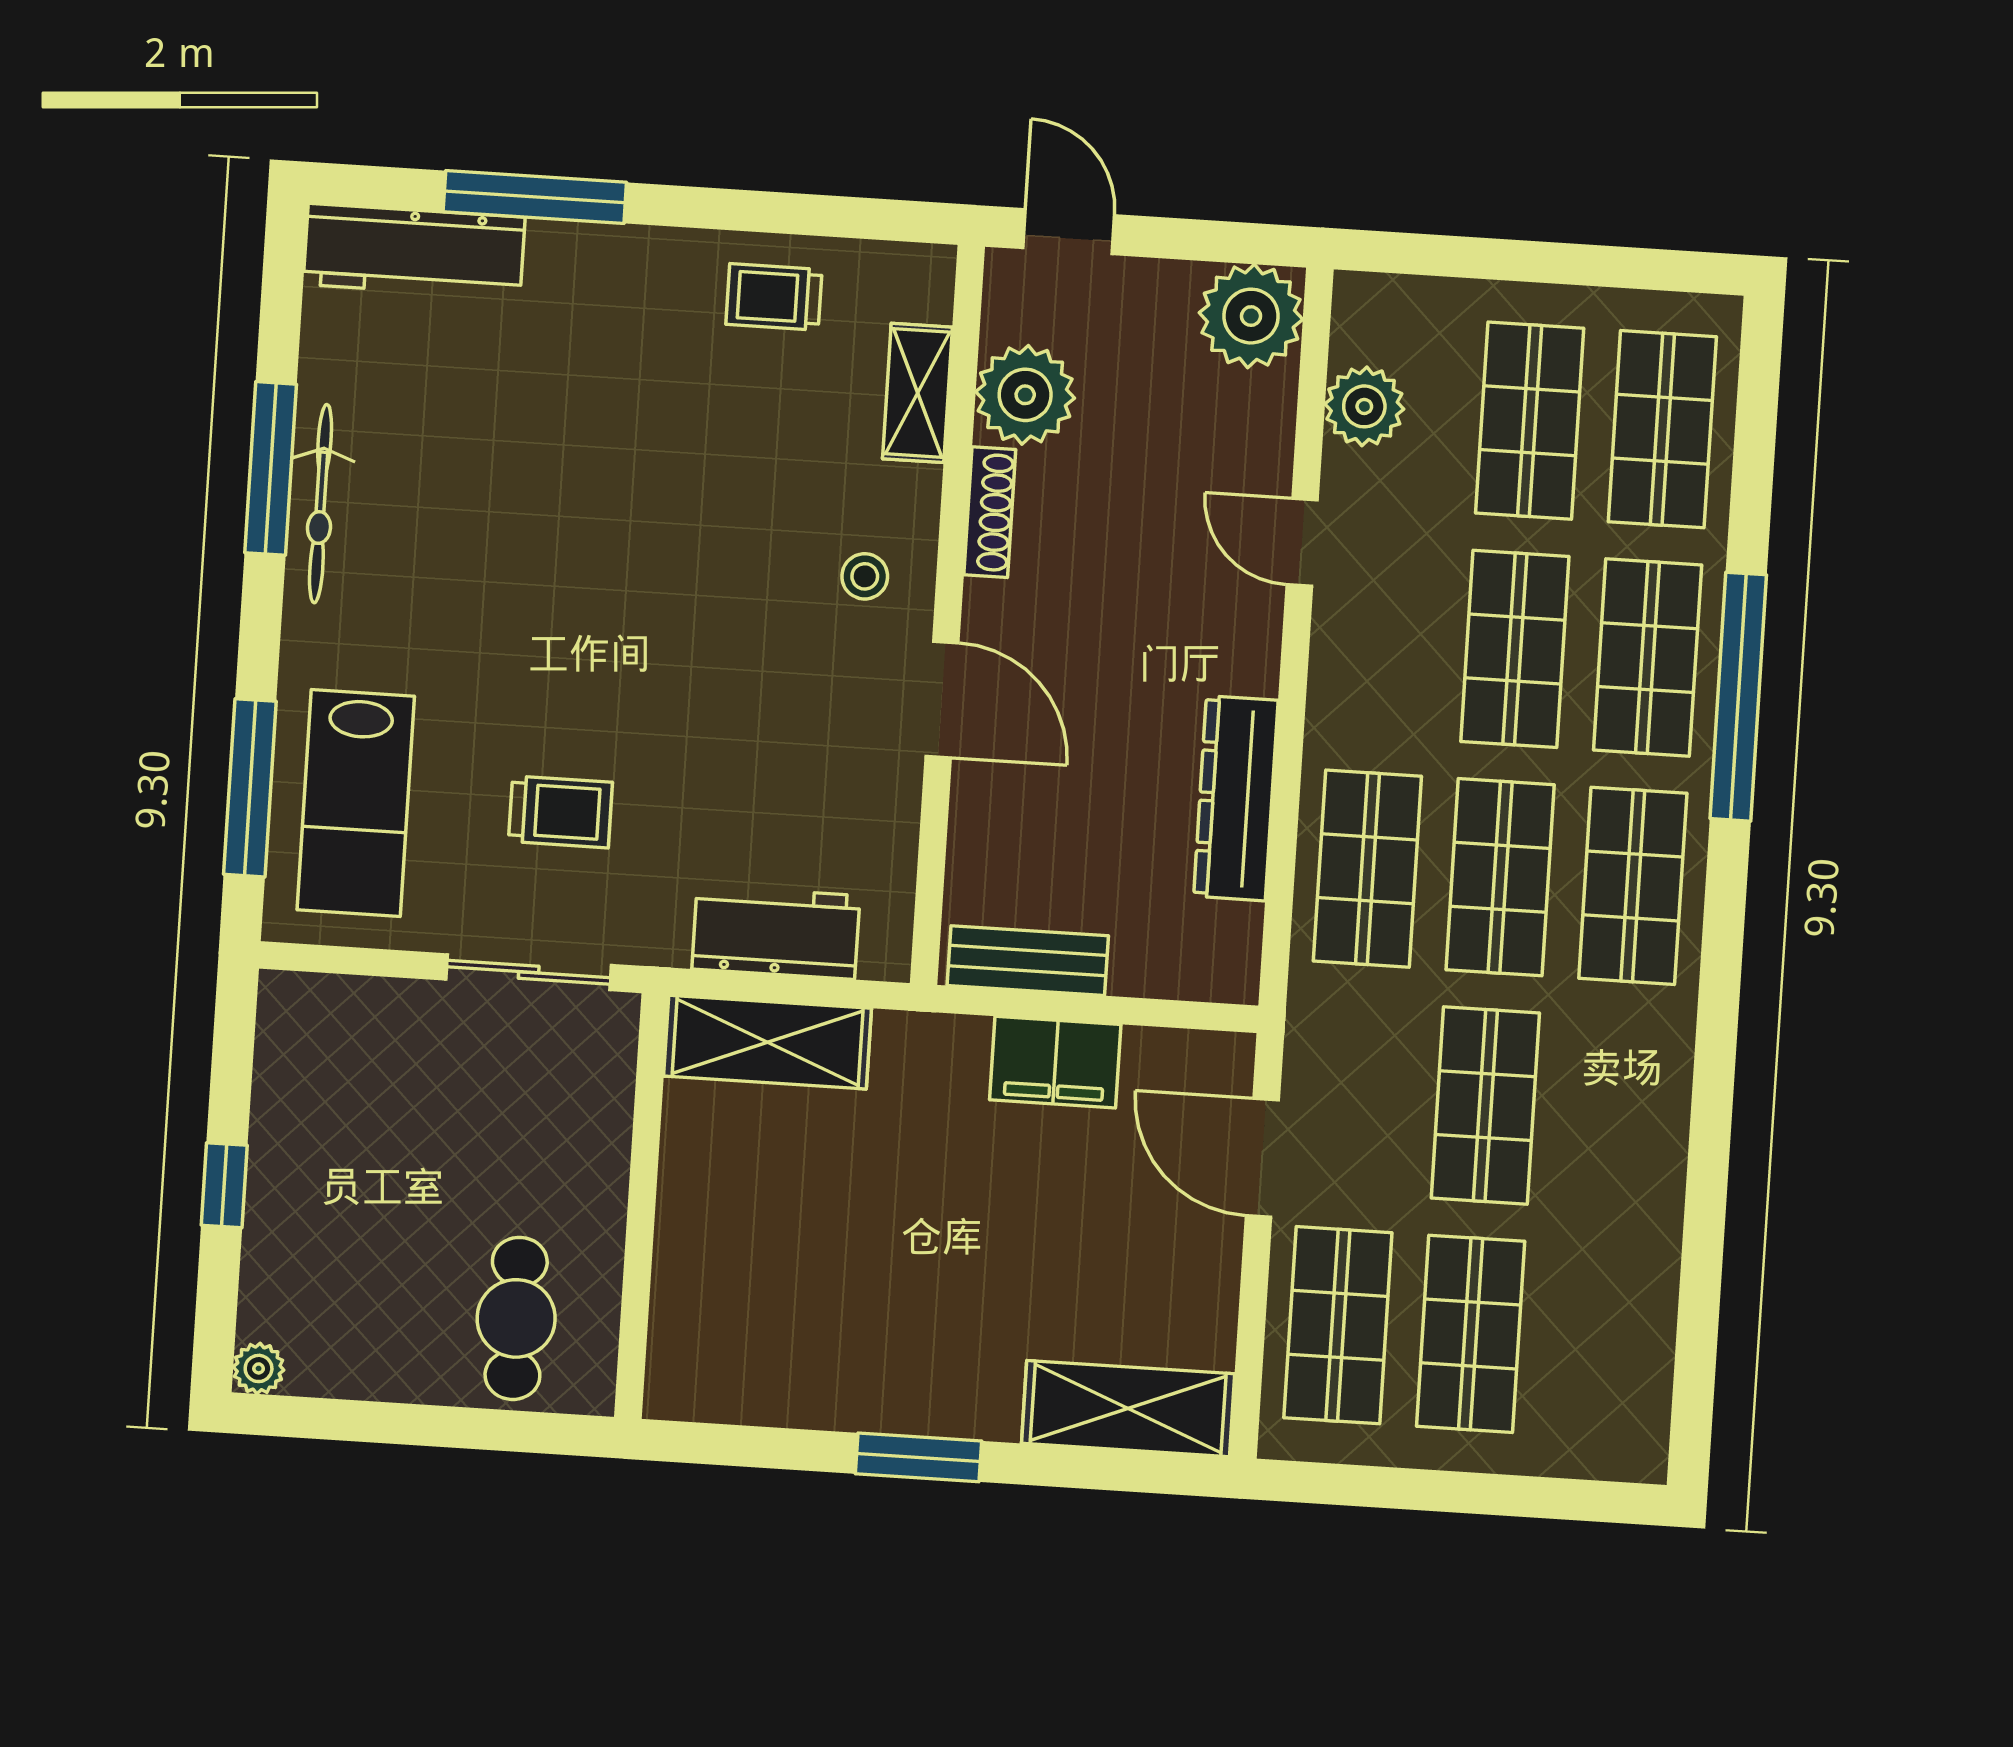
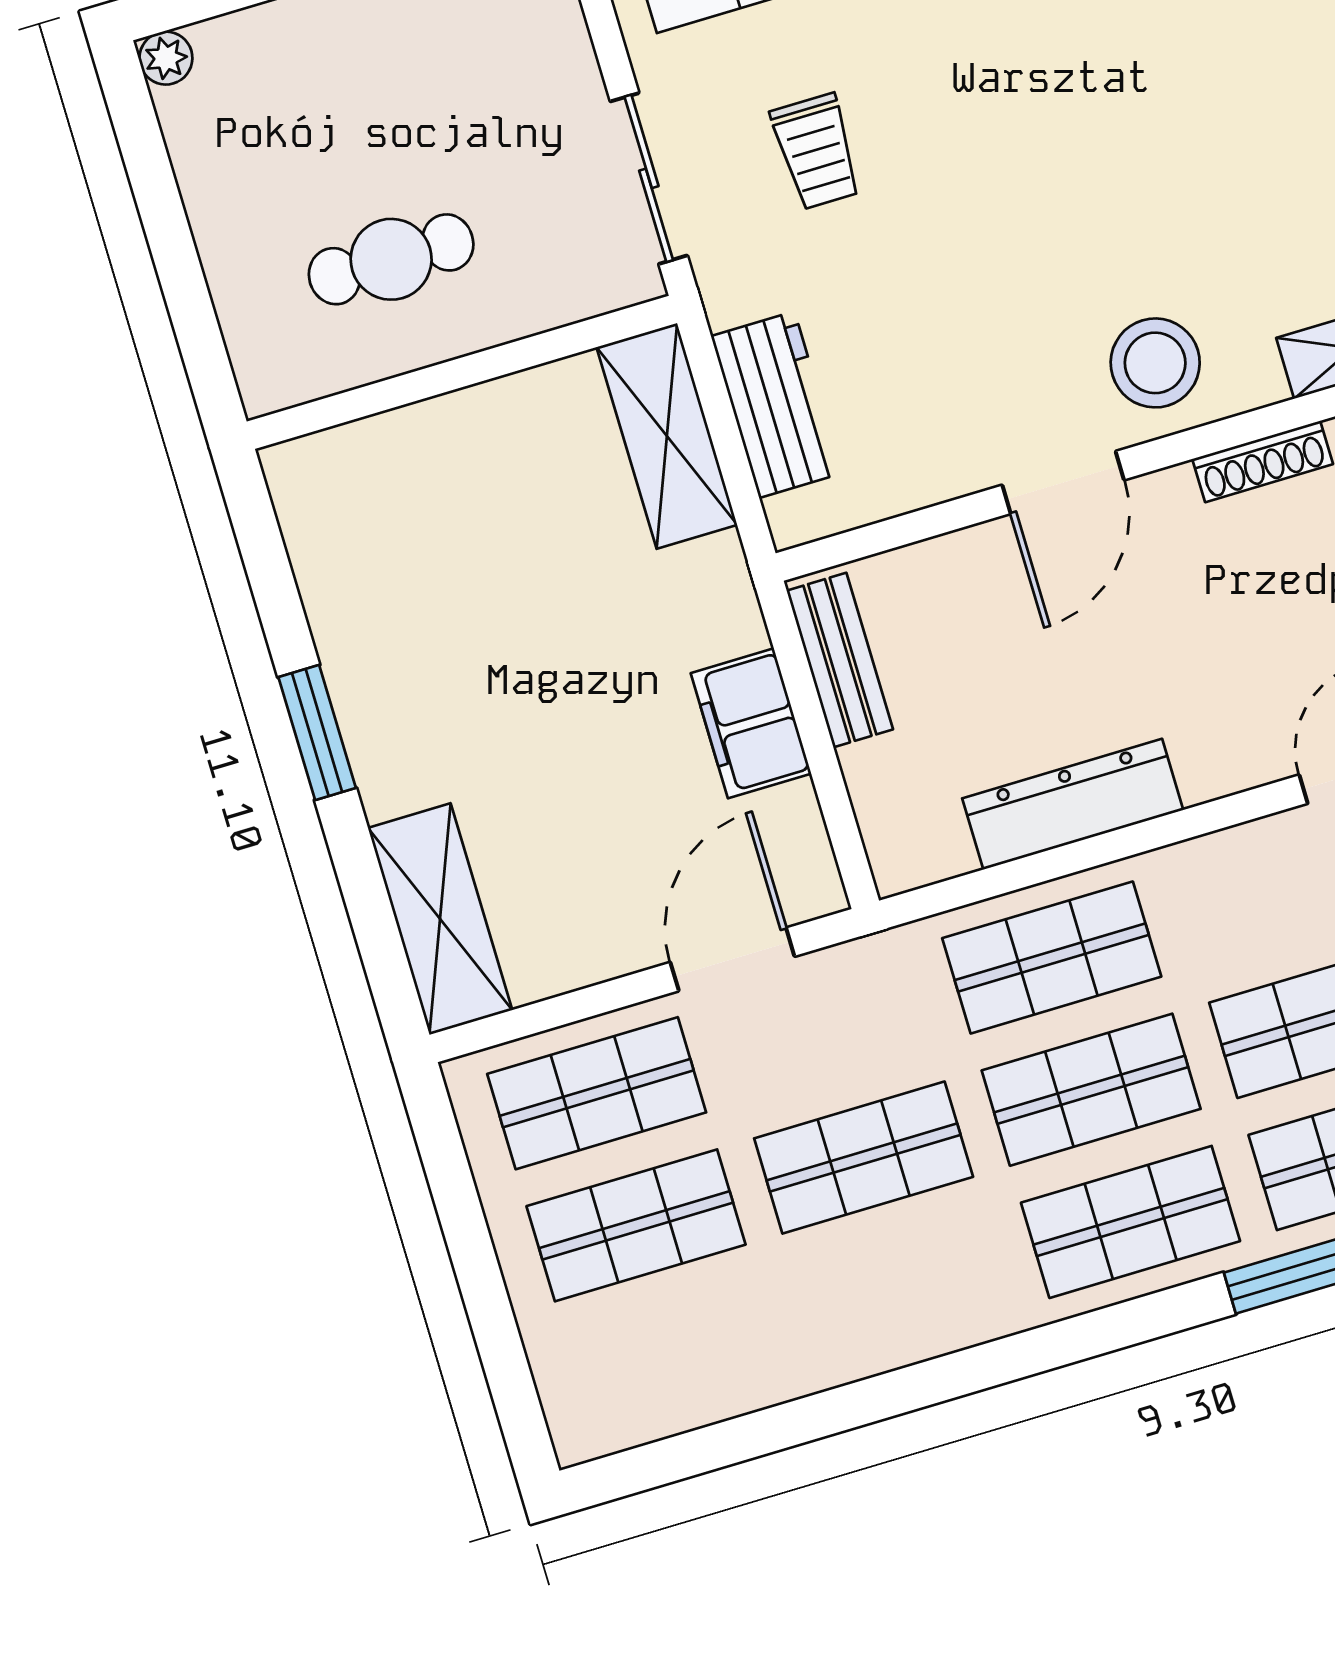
stool: (865, 576) -> (1155, 363), width x1.89, depth x1.89
cafe table: (516, 1318) -> (391, 259), moved

